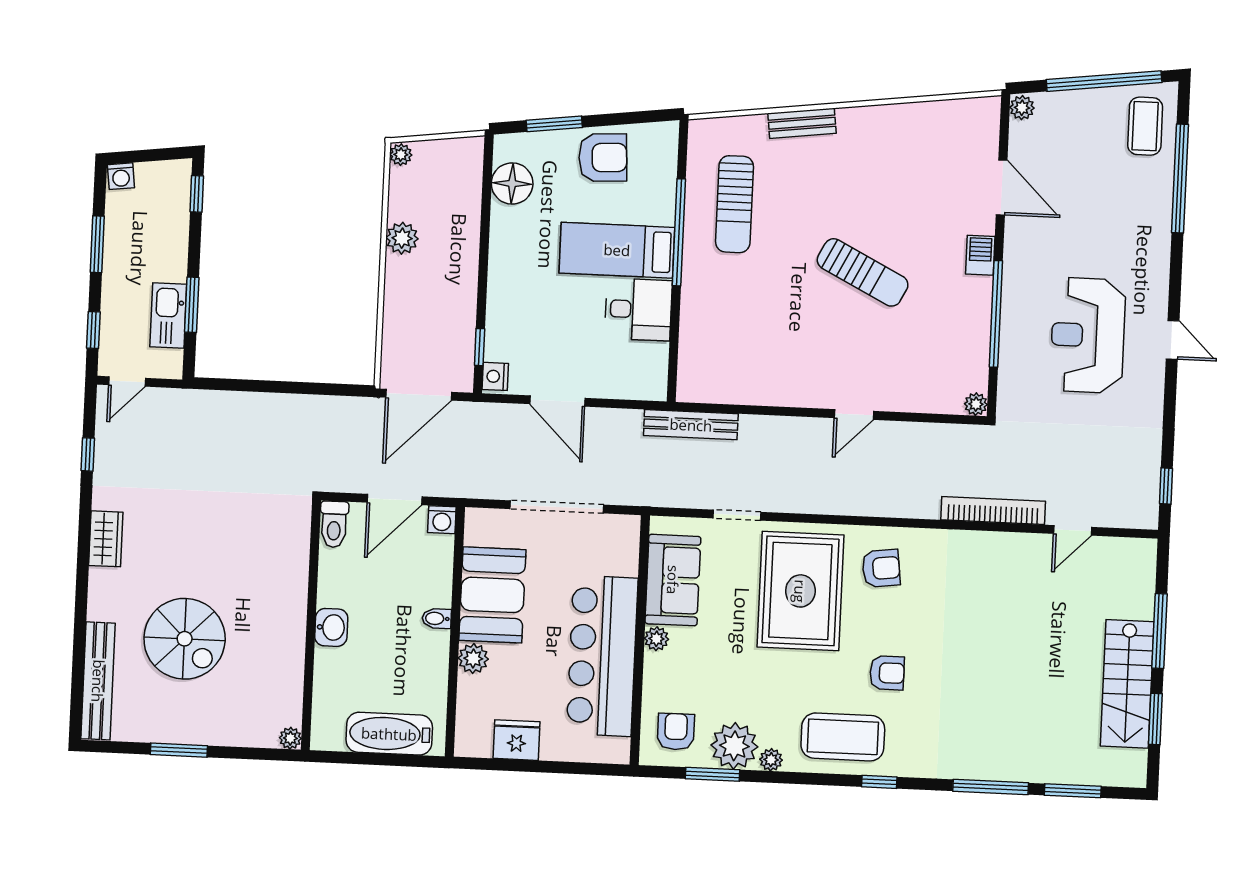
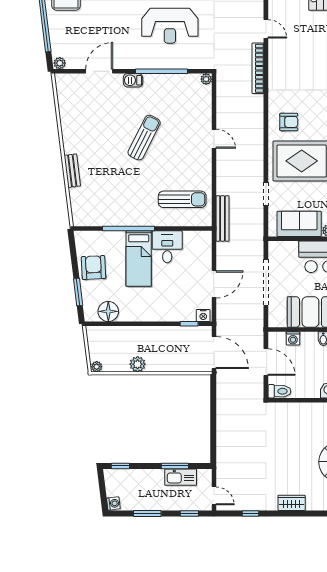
sun lounger: (734, 204) -> (182, 199), moved
washing machine: (442, 520) -> (293, 338), moved, turned 90
armchair: (881, 568) -> (289, 122), turned 97

